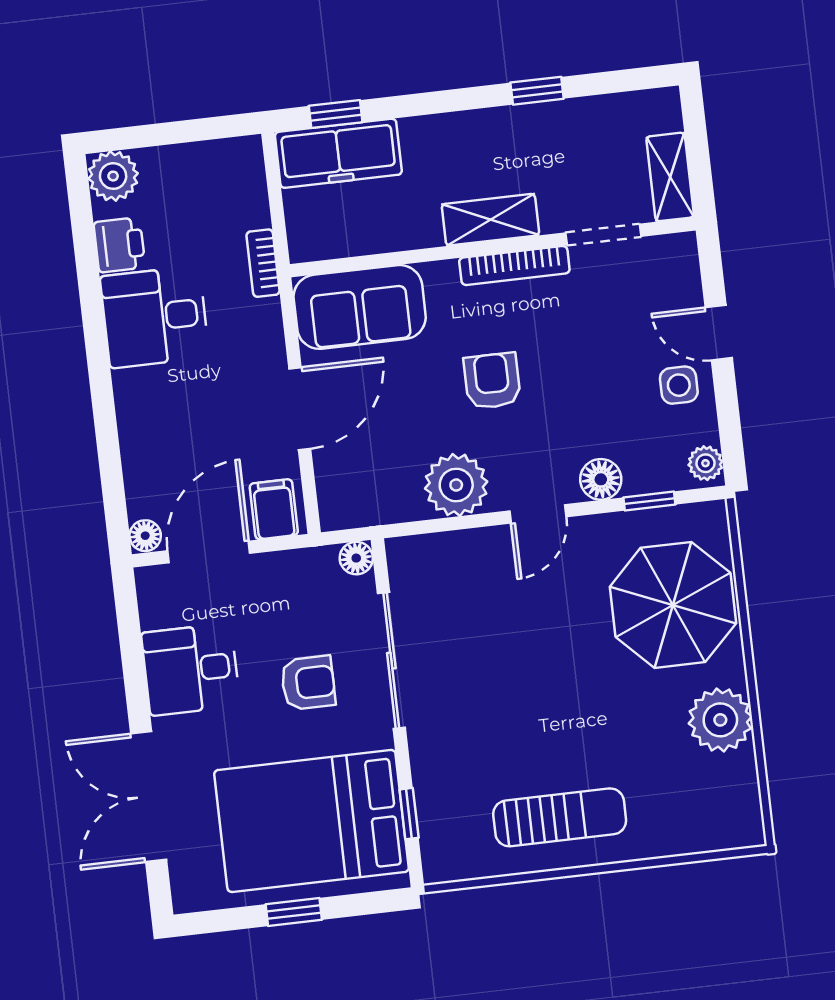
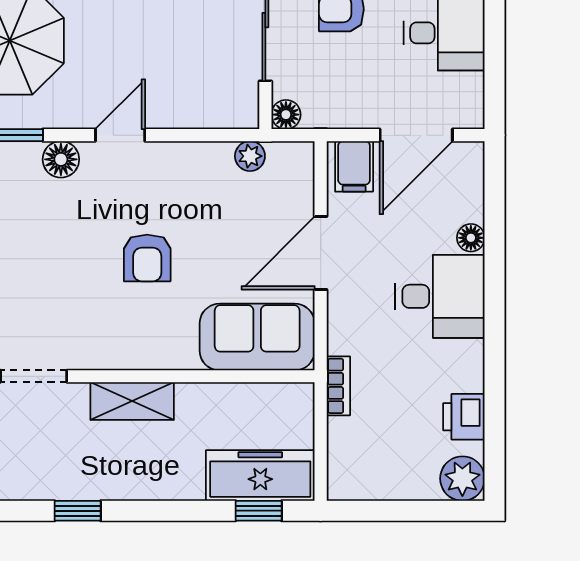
bookcase: (514, 265) -> (116, 358), removed
desk: (155, 317) -> (440, 296), moved
plant: (456, 485) -> (250, 156), moved, width x0.53, depth x0.53
floor lamp: (145, 536) -> (471, 238), moved

